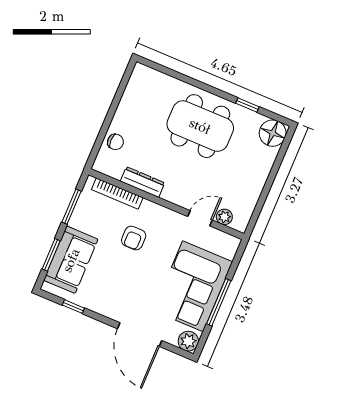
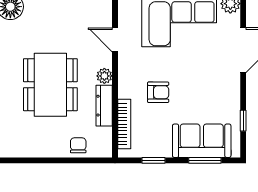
dining table: (200, 126) -> (50, 85), moved
window: (72, 207) -> (153, 160), width x0.67
plant: (224, 217) -> (104, 76), moved

